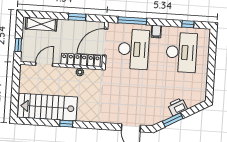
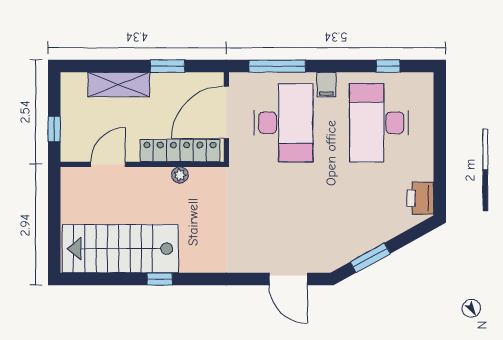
shelving: (41, 24) -> (119, 85), moved
desk: (181, 52) -> (379, 123), turned 180
printer: (177, 107) -> (420, 198), moved, turned -61

